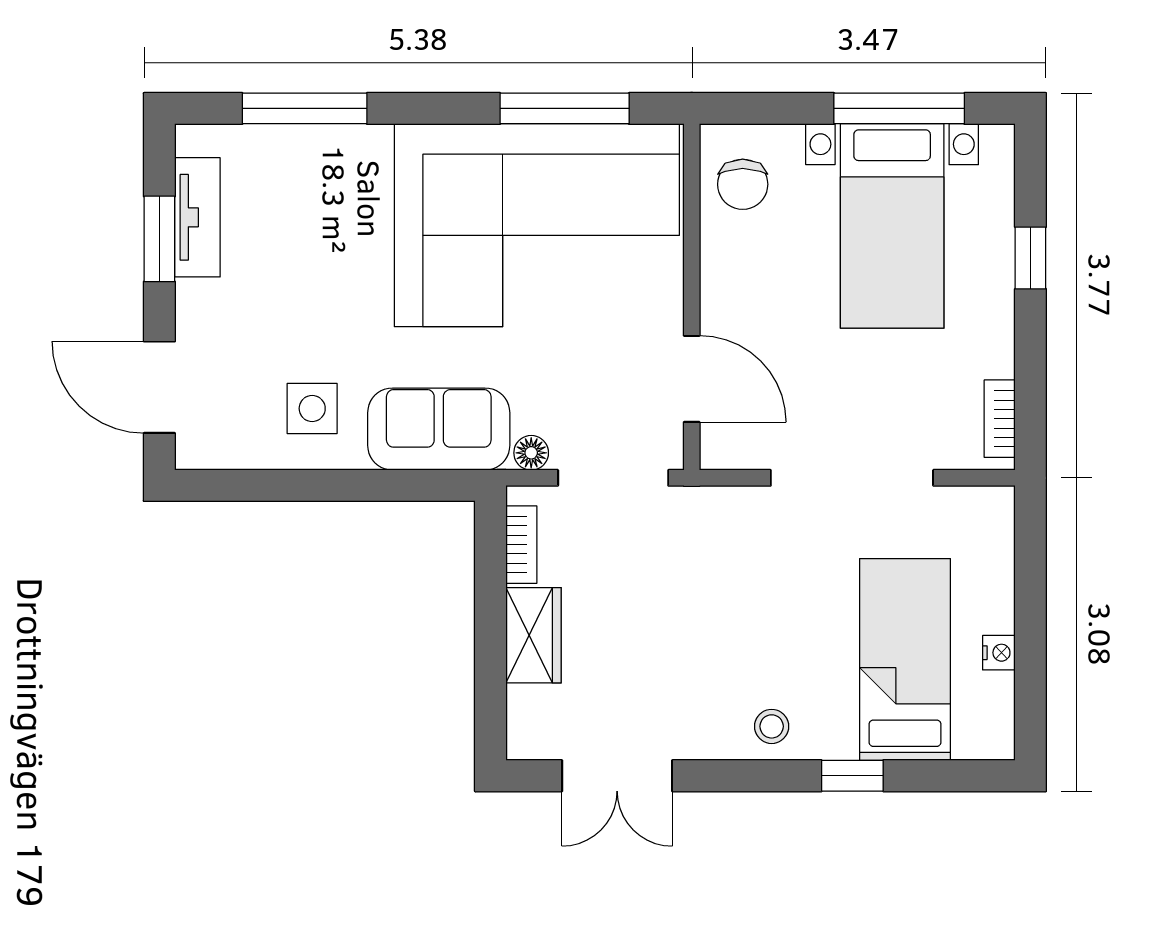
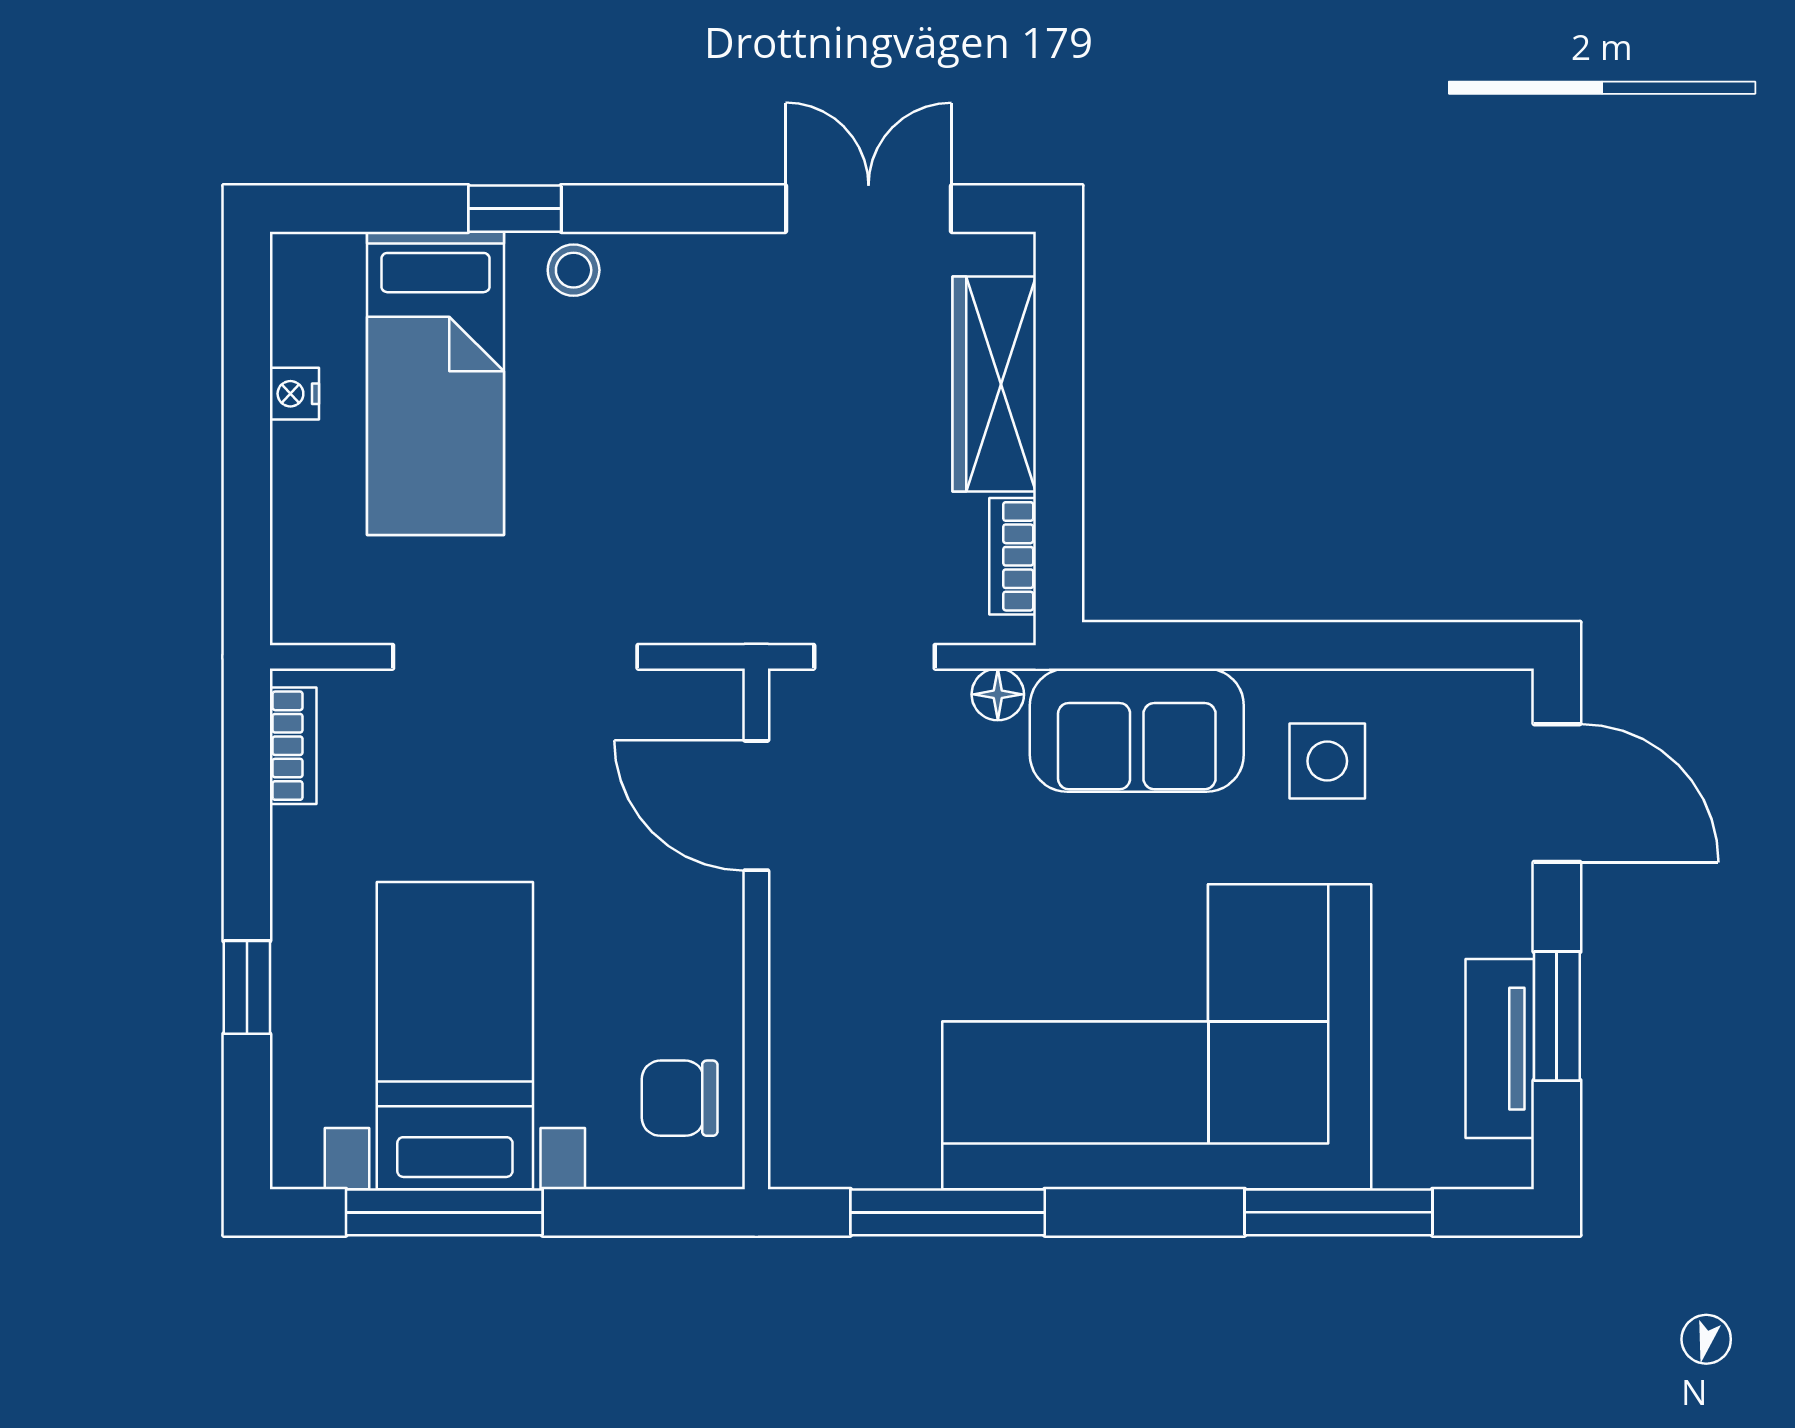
chair: (743, 184) -> (680, 1098), turned -90
corner sofa: (537, 225) -> (1157, 1037), moved
doorway: (613, 478) -> (874, 657), width x0.73
wardrobe: (533, 635) -> (994, 384), width x1.50
stool: (772, 726) -> (574, 270), moved

